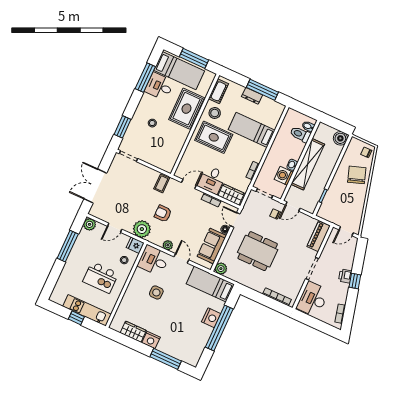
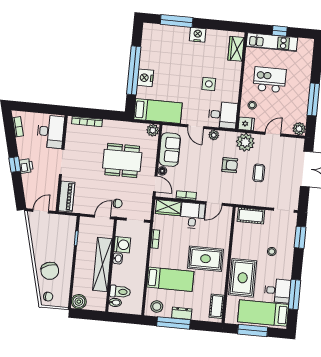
stool: (215, 113) -> (157, 306), moved
cot: (160, 162) -> (251, 216), added
coffee table: (162, 183) -> (259, 173), moved
wardrobe: (133, 332) -> (236, 49), moved, turned 90

